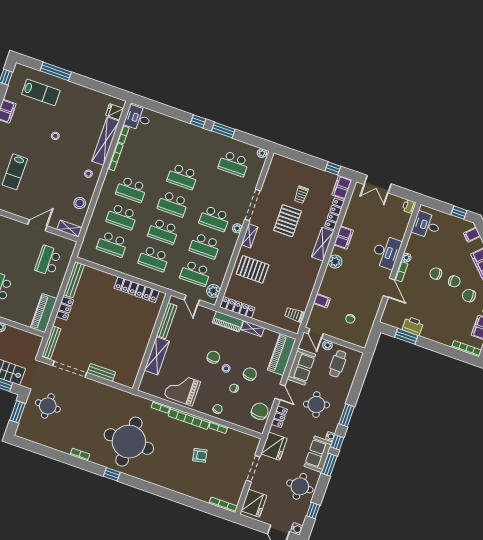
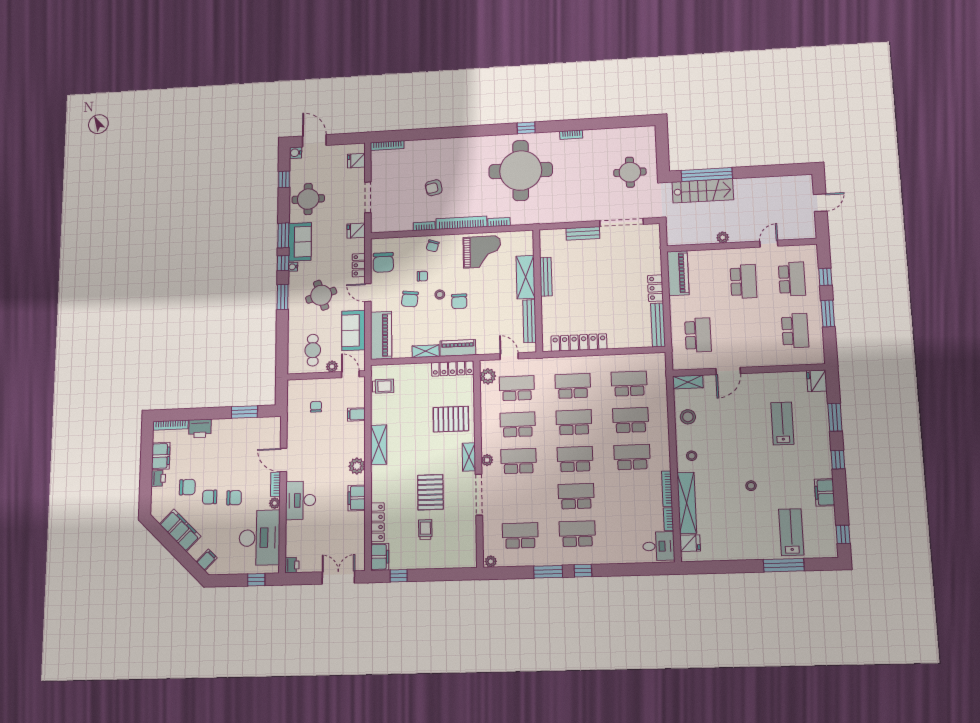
lab bench: (41, 92) -> (791, 532), turned 90
school desk: (192, 149) -> (577, 534), added
window: (459, 213) -> (256, 580), moved
desk: (426, 225) -> (260, 538), width x1.87, depth x1.30
shelving: (323, 244) -> (379, 445), moved
printer: (413, 326) -> (200, 428), moved
bench: (51, 342) -> (546, 277), moved
window: (18, 412) -> (662, 152), removed
fridge: (274, 446) -> (356, 231), width x0.53, depth x0.75
fridge: (254, 503) -> (356, 161), width x0.53, depth x0.75

